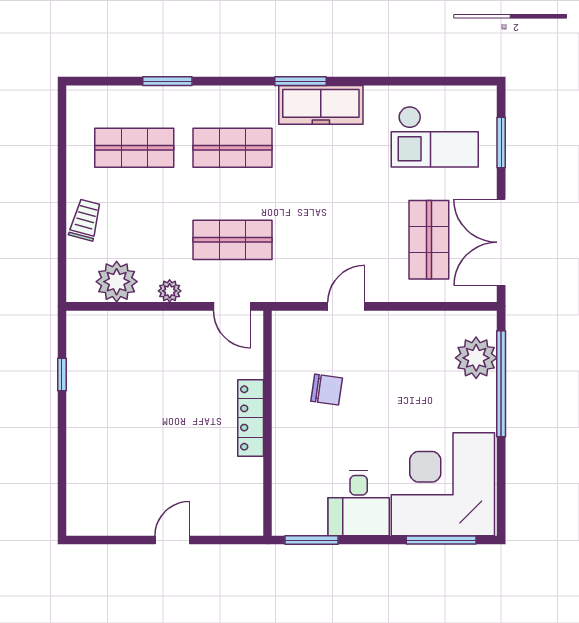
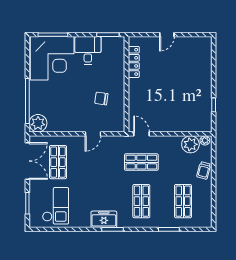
freezer: (321, 105) -> (104, 219), width x0.71
checkout: (435, 137) -> (56, 206), turned 90
shop shelf: (134, 148) -> (183, 201), turned 90
shop shelf: (232, 148) -> (141, 201), turned 90
plant: (170, 291) -> (205, 140), moved
plant: (476, 358) -> (38, 123), moved
locker: (251, 418) -> (134, 62), moved

